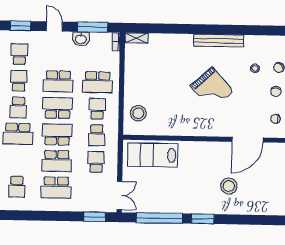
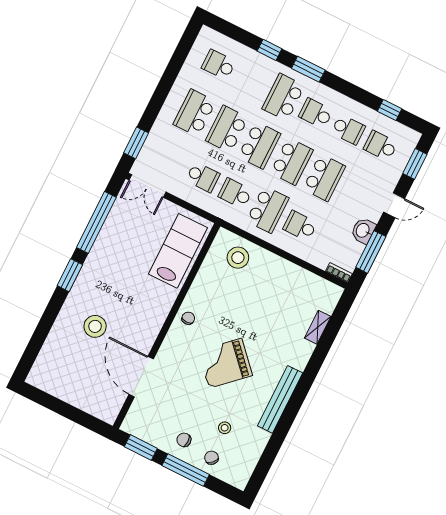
shelving: (136, 38) -> (318, 327), moved
school desk: (19, 54) -> (381, 146), turned 180
school desk: (58, 81) -> (324, 178), turned 180
school desk: (98, 82) -> (300, 226), width x0.54
school desk: (97, 109) -> (268, 210), width x1.85
chair: (275, 119) -> (188, 318), moved

